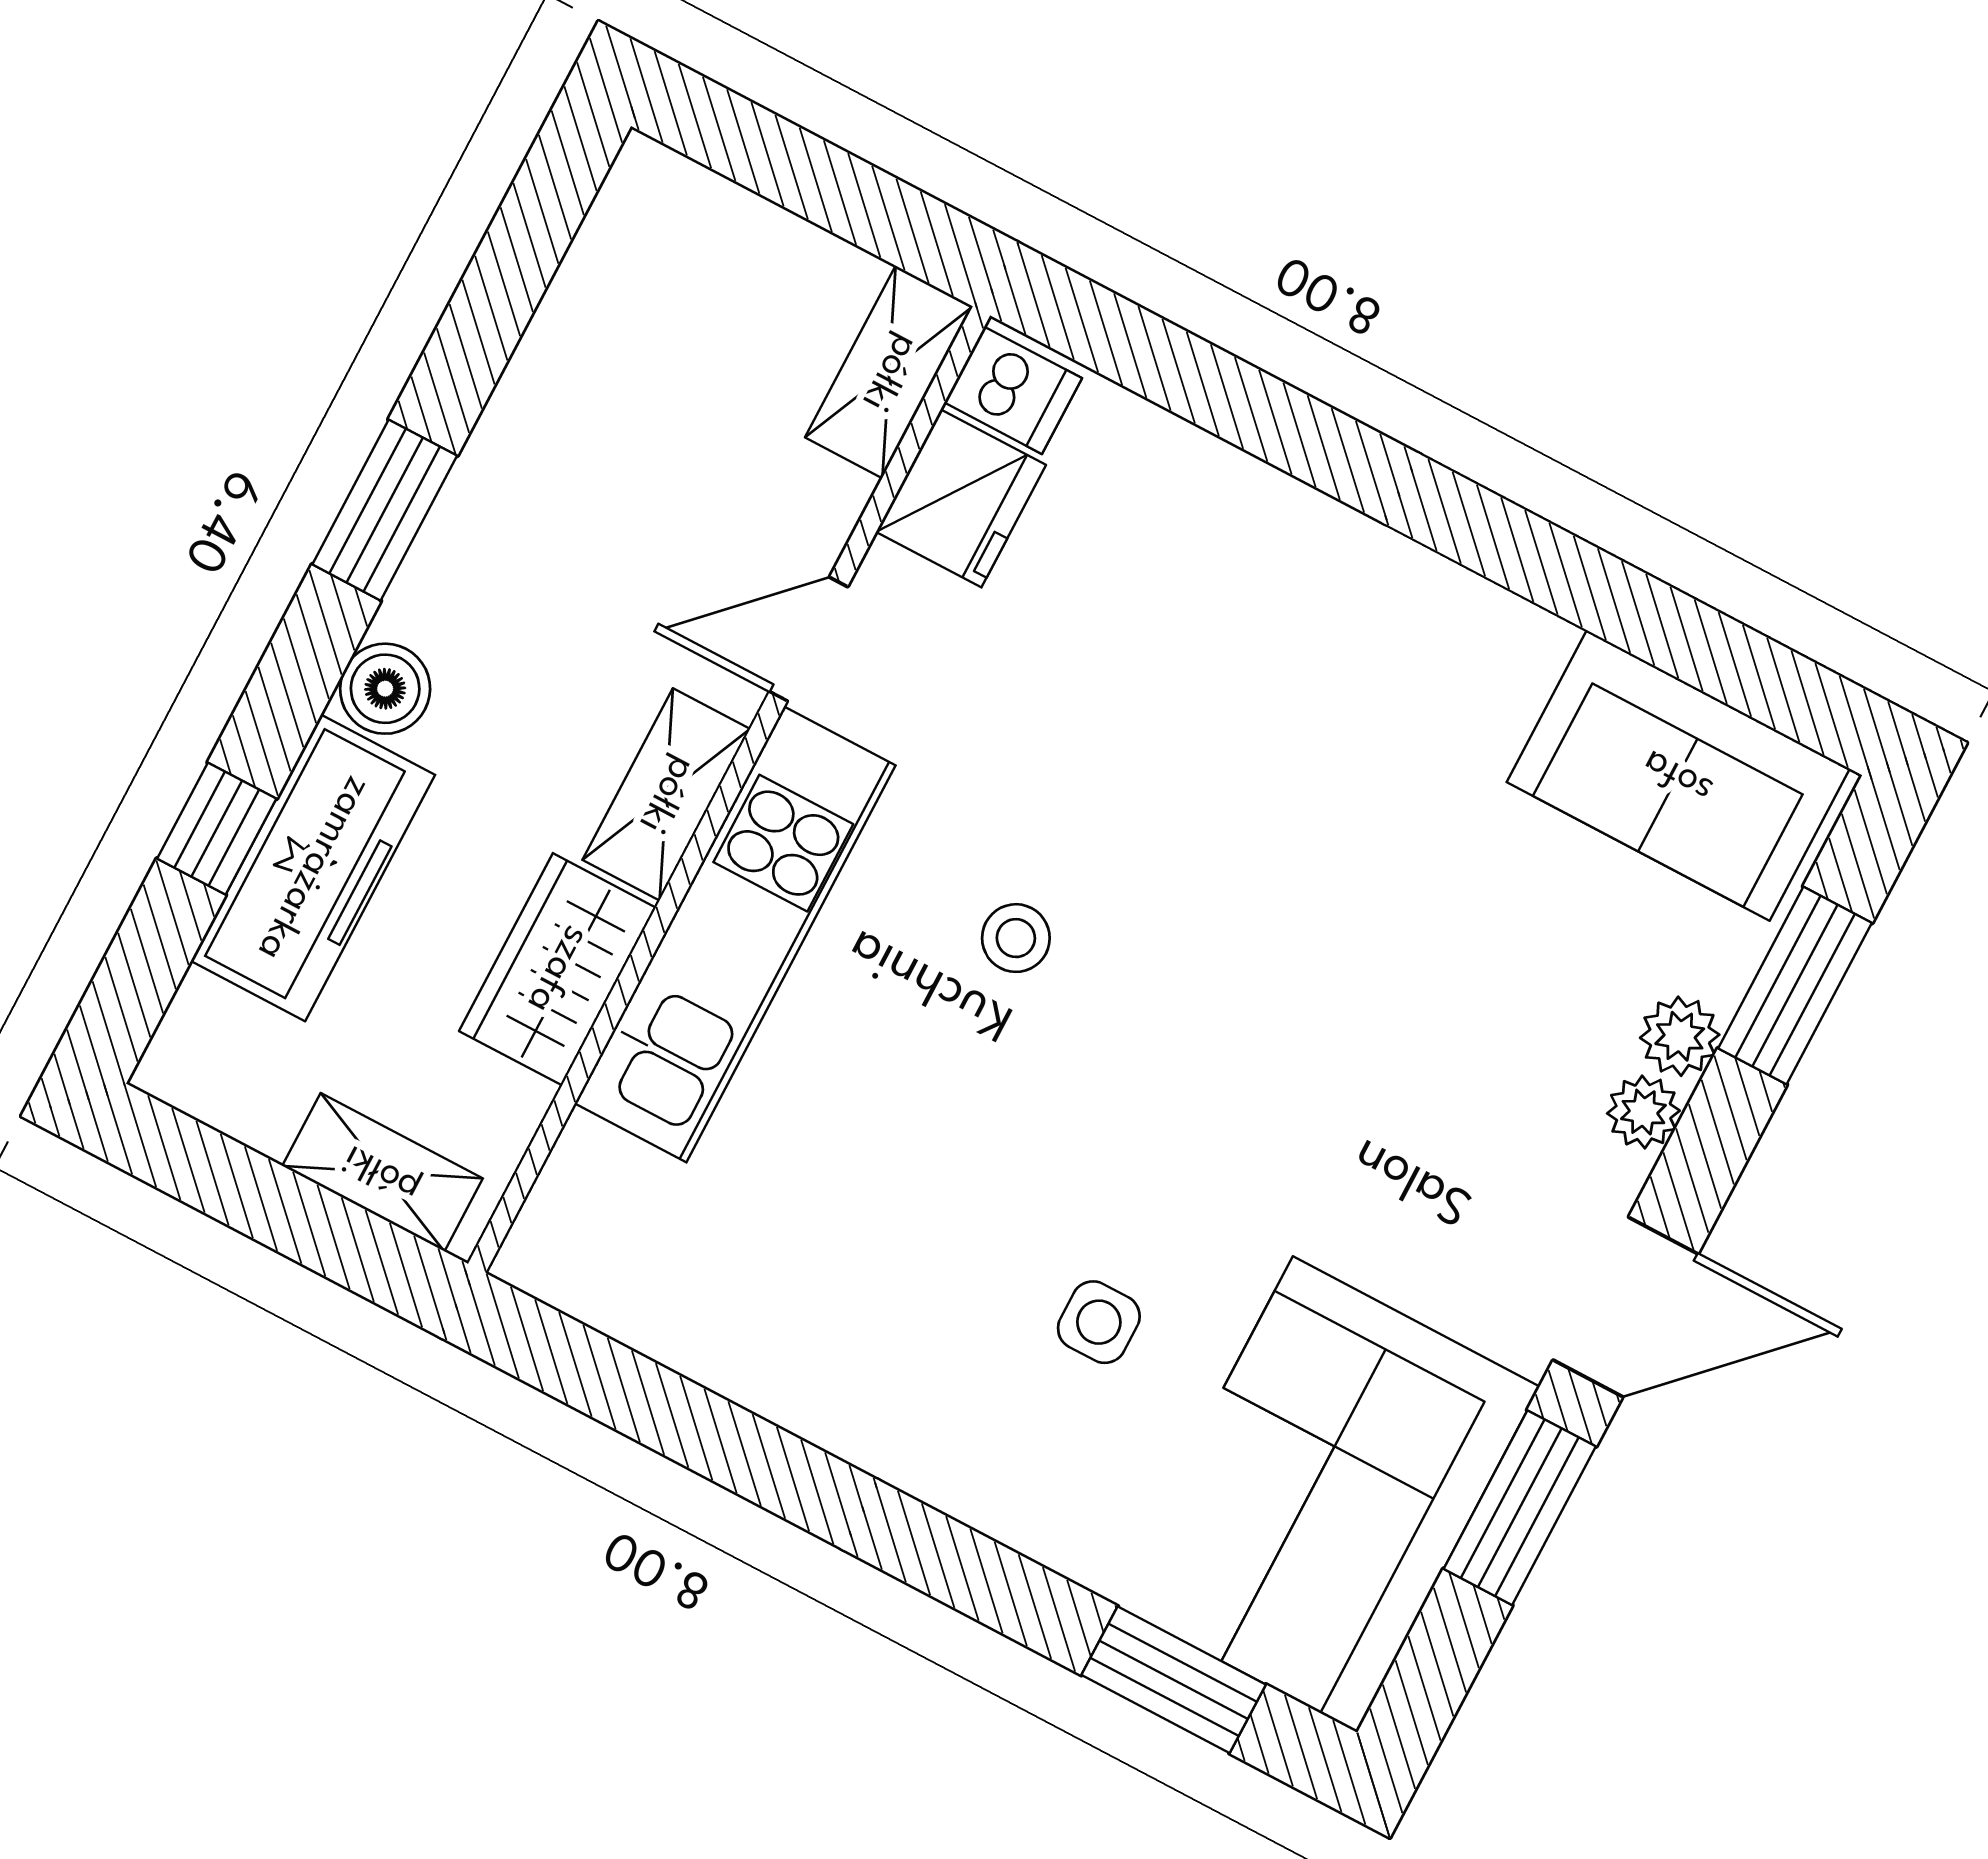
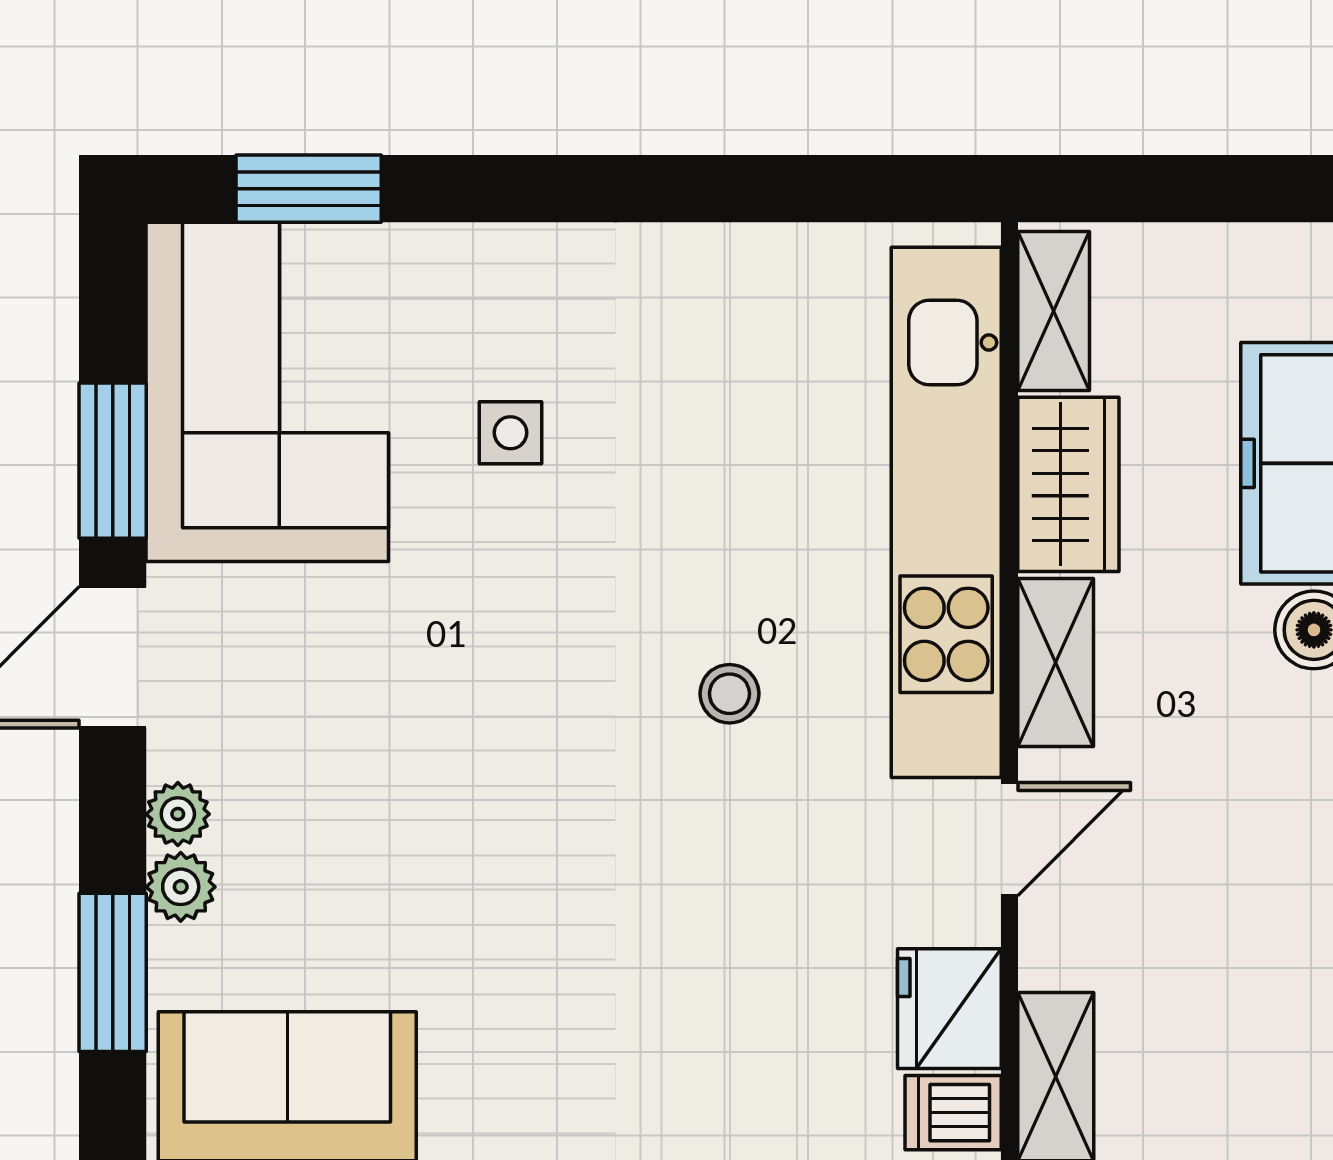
kitchen unit: (735, 934) -> (946, 512), width x1.36
shelving: (382, 1172) -> (1054, 311), moved, turned 90

